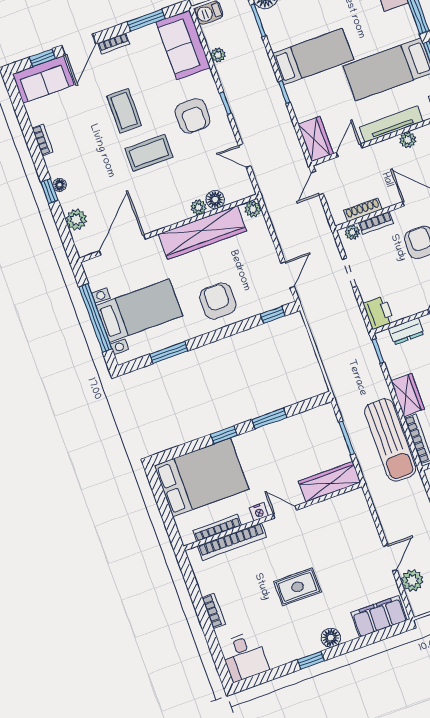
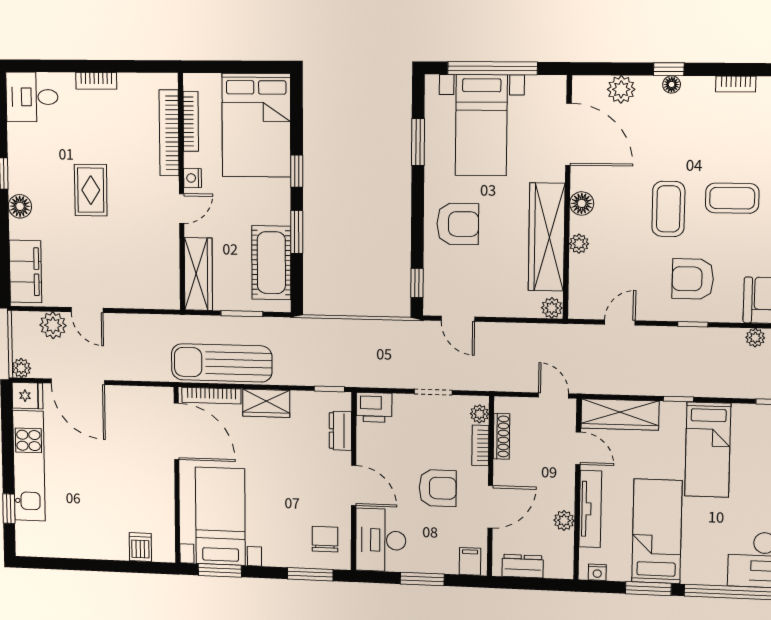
wardrobe: (316, 139) -> (620, 415), width x1.50
floor lamp: (215, 200) -> (582, 203), moved
cot: (300, 429) -> (271, 263), added

